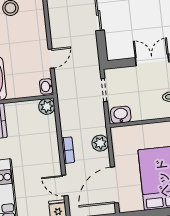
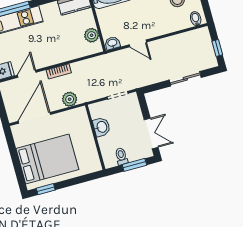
plant: (47, 106) -> (92, 35), moved
washbasin: (121, 115) -> (102, 127), moved
door: (114, 185) -> (34, 118), hinge flipped

